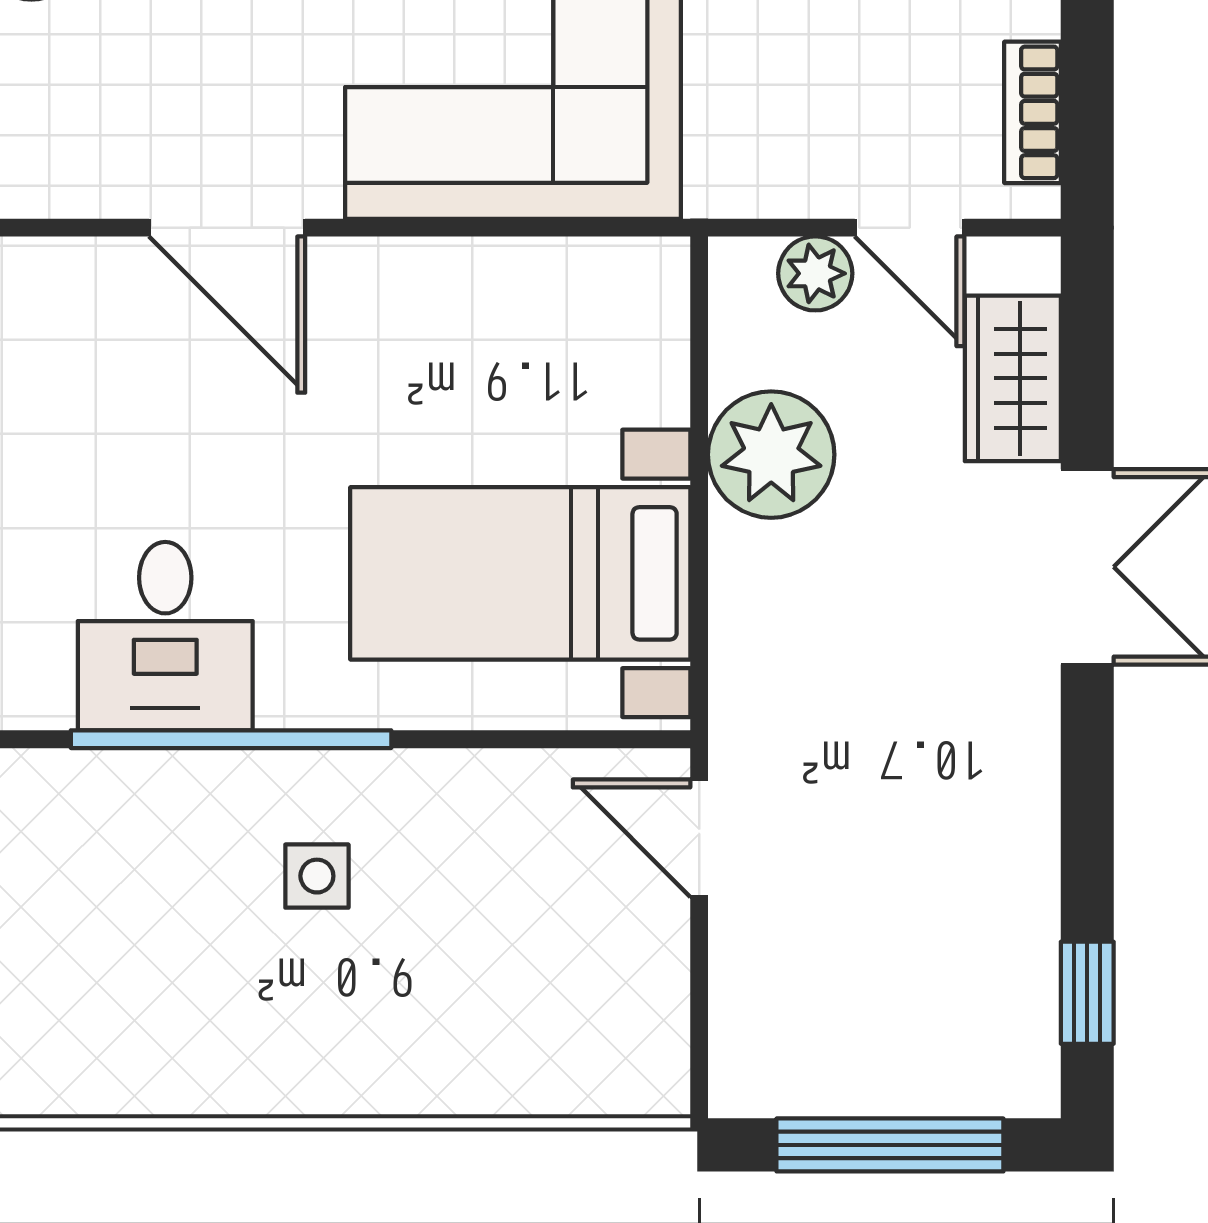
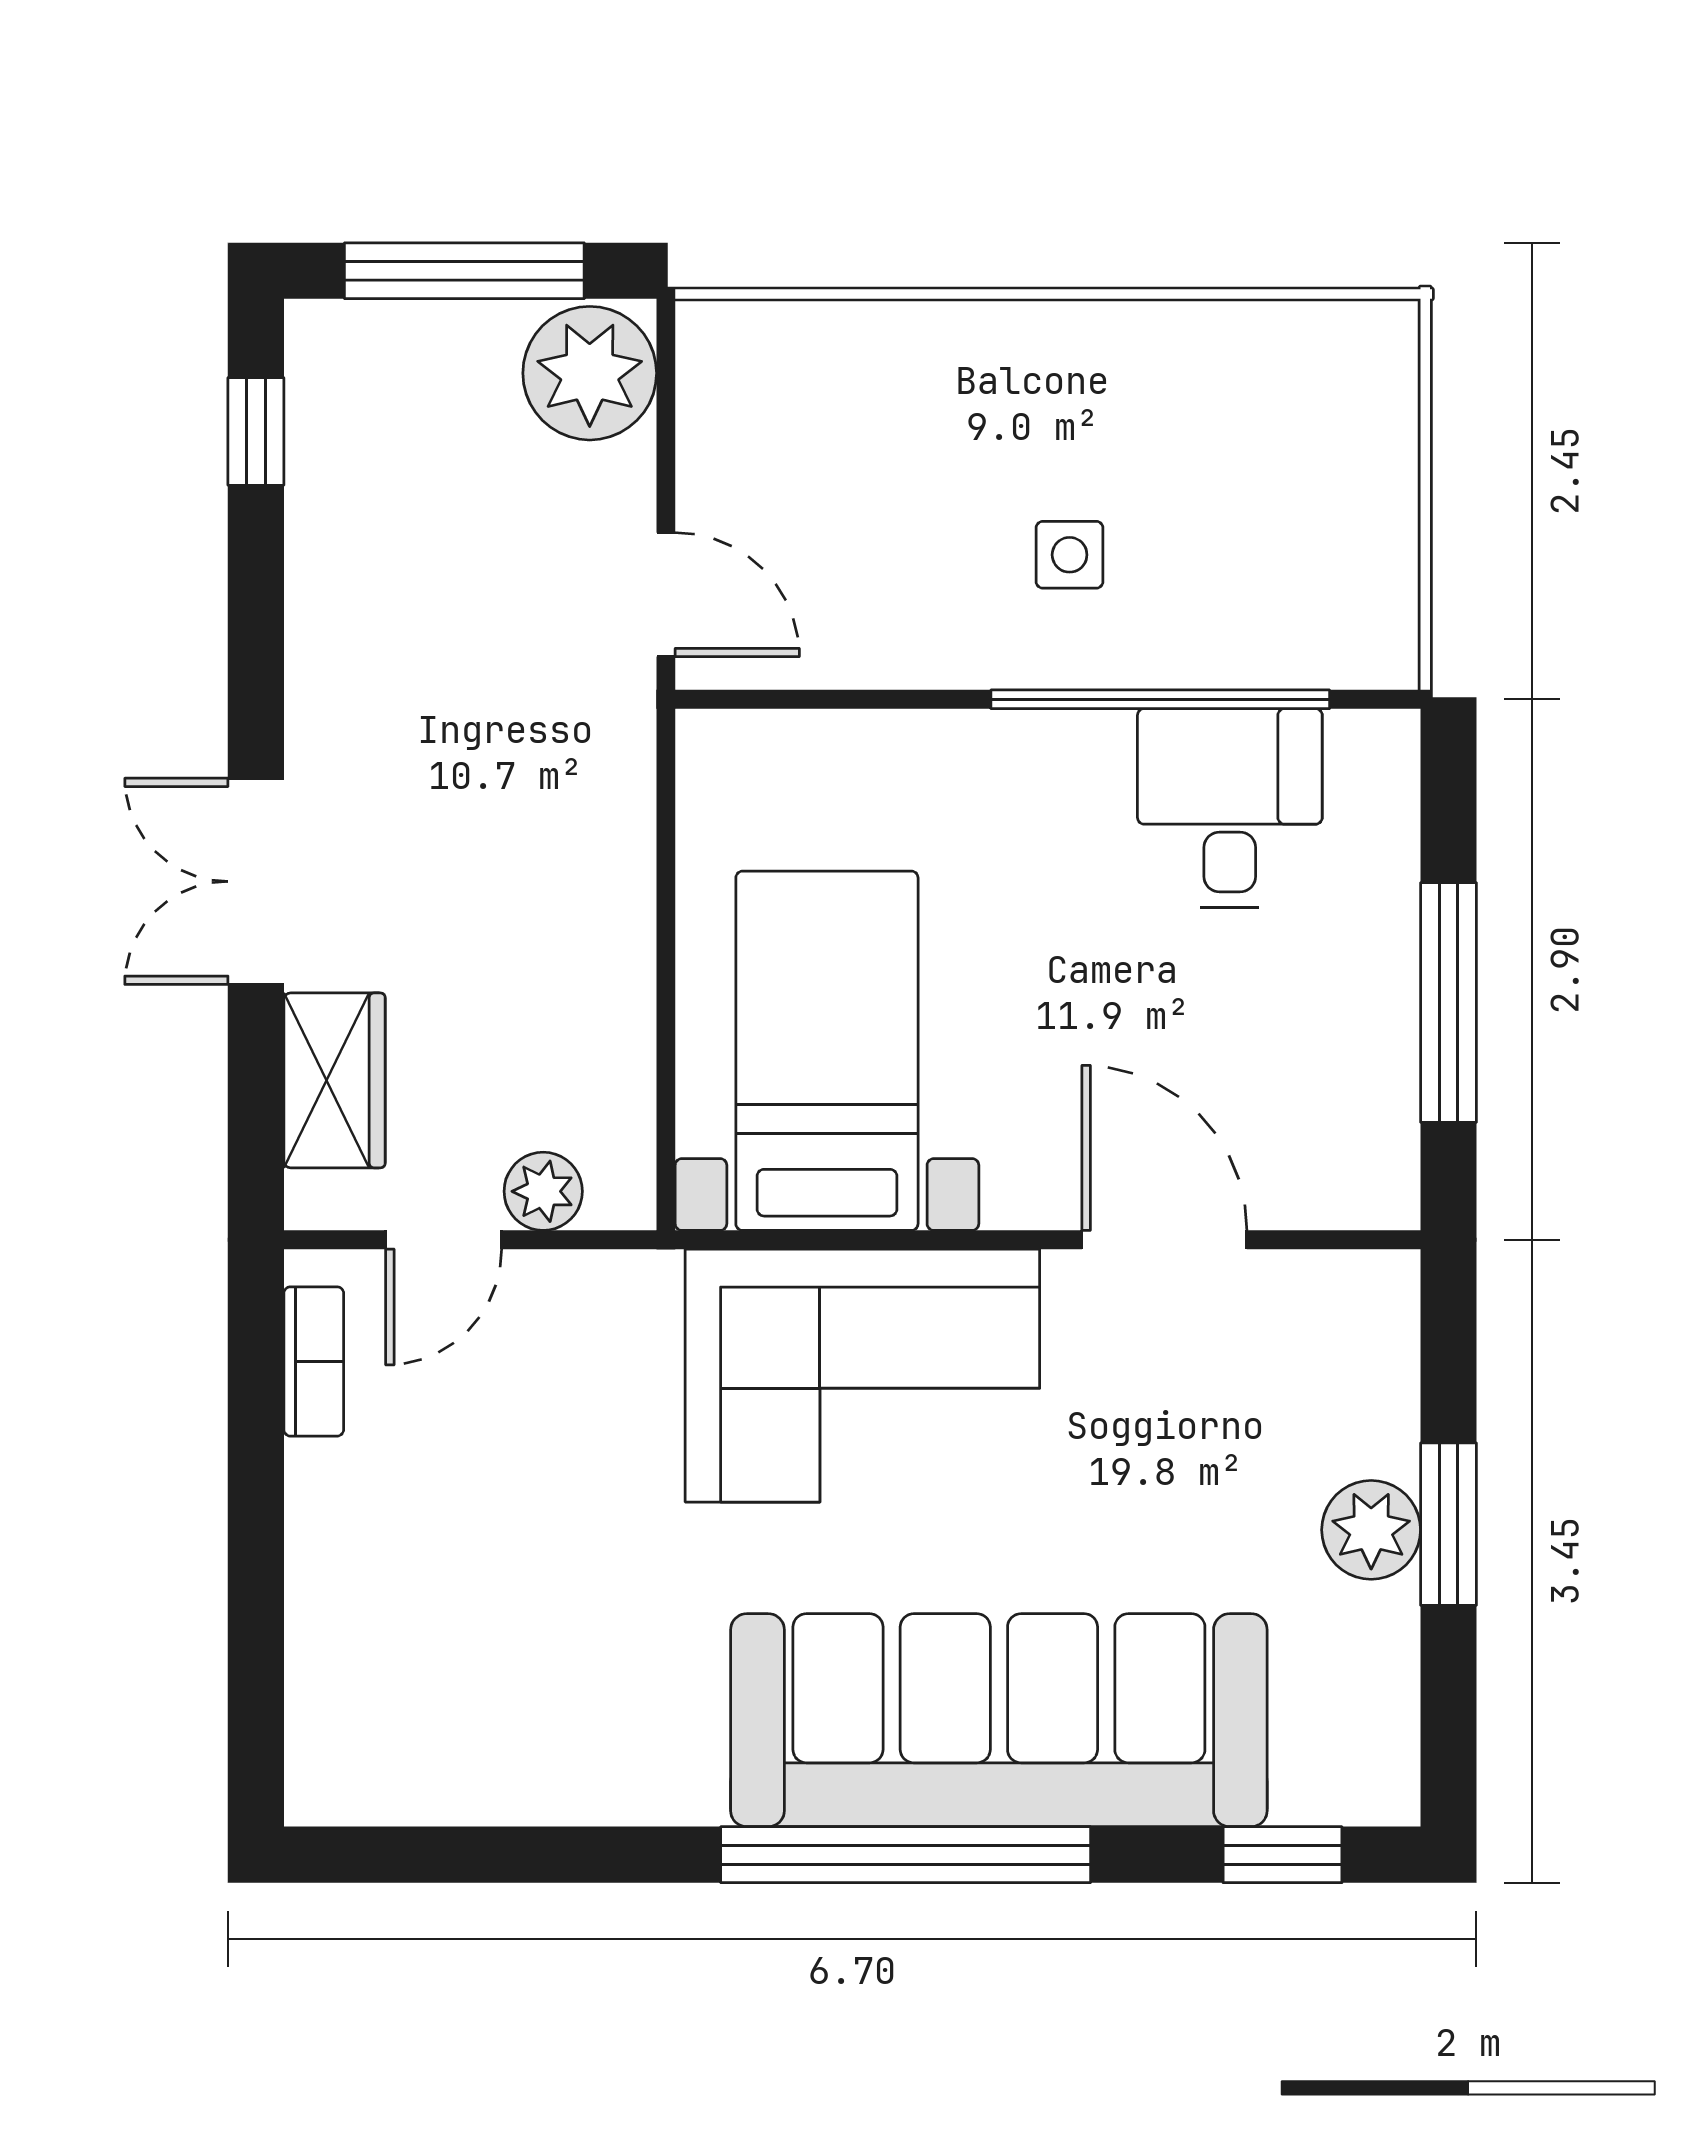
door: (909, 228) -> (444, 1240), swing flipped
plant: (771, 455) -> (590, 373), moved
bed with nightstands: (520, 573) -> (827, 1051), moved, turned -90

